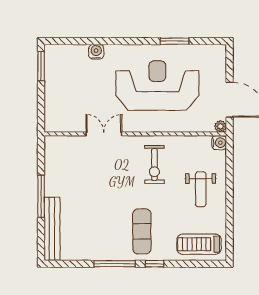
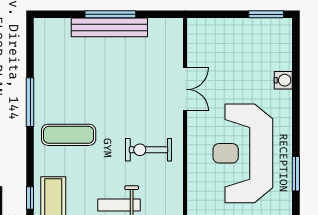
reception desk: (157, 86) -> (243, 153), turned 180
bench: (52, 229) -> (109, 27), moved
window: (155, 264) -> (30, 198), moved

